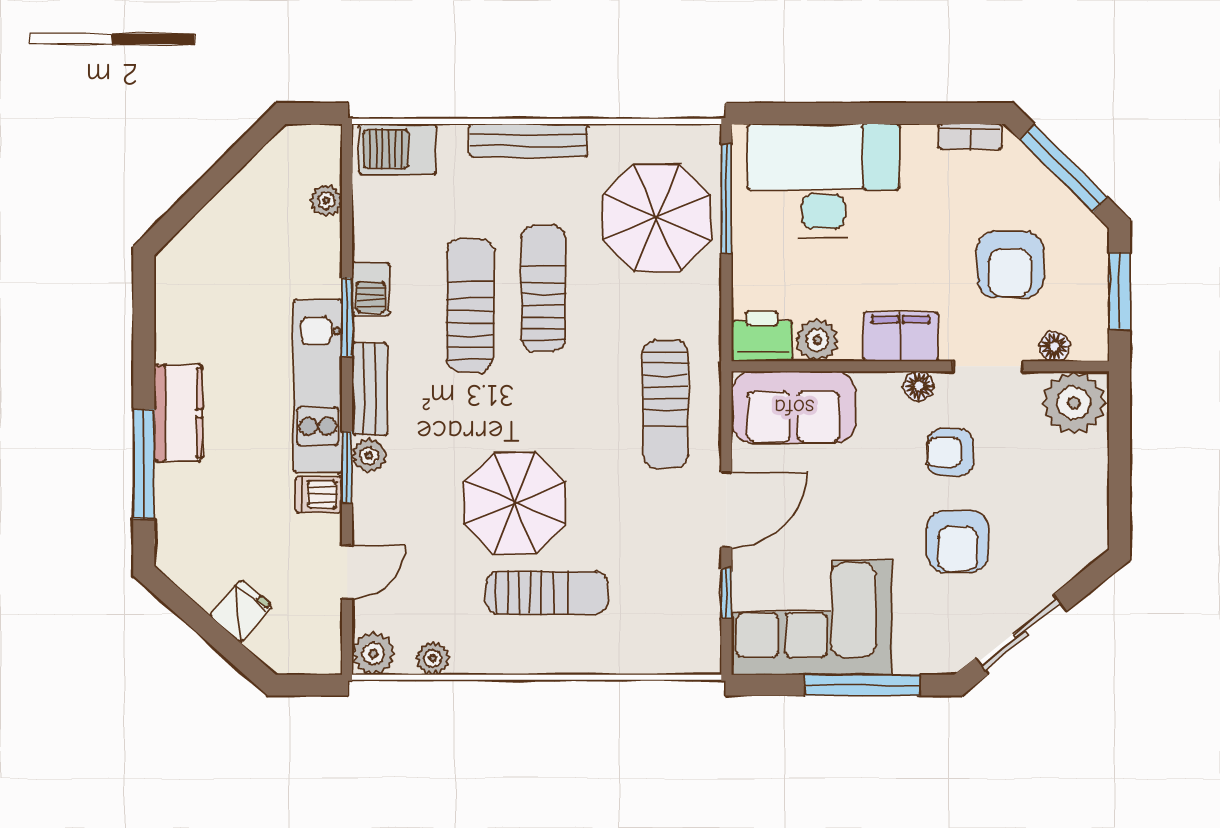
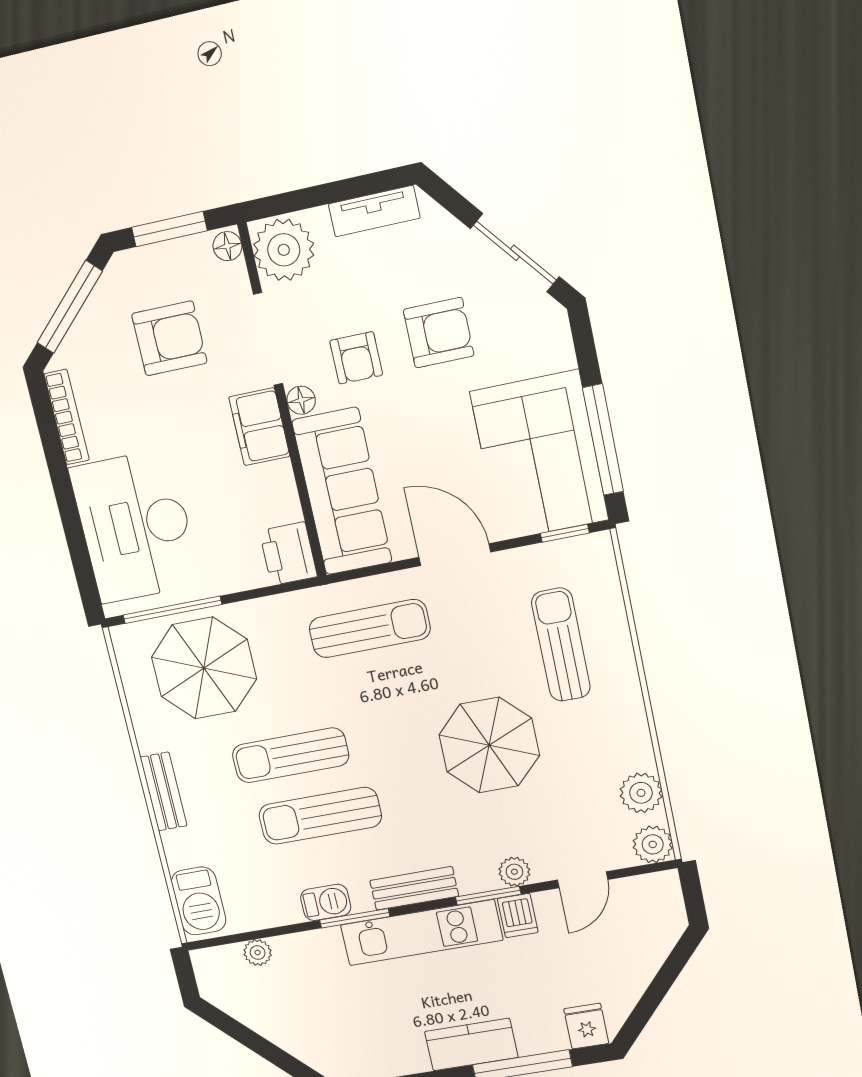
bookcase: (970, 137) -> (67, 417), width x1.56
bench: (529, 140) -> (164, 791), width x0.73
plant: (817, 340) -> (280, 503), removed
floor lamp: (1055, 346) -> (227, 246), moved
doorway: (988, 366) -> (268, 339), width x1.38
sofa: (794, 407) -> (342, 491), width x1.36
plant: (369, 456) -> (514, 872), moved
tv unit: (1092, 503) -> (374, 211), added
door: (347, 572) -> (583, 880), swing flipped
sun lounger: (547, 593) -> (561, 645), moved
window: (726, 594) -> (565, 533), moved
fridge: (241, 611) -> (586, 1026), moved, turned 48
plant: (433, 658) -> (641, 793), width x1.38, depth x1.38
window: (862, 685) -> (603, 440), moved

